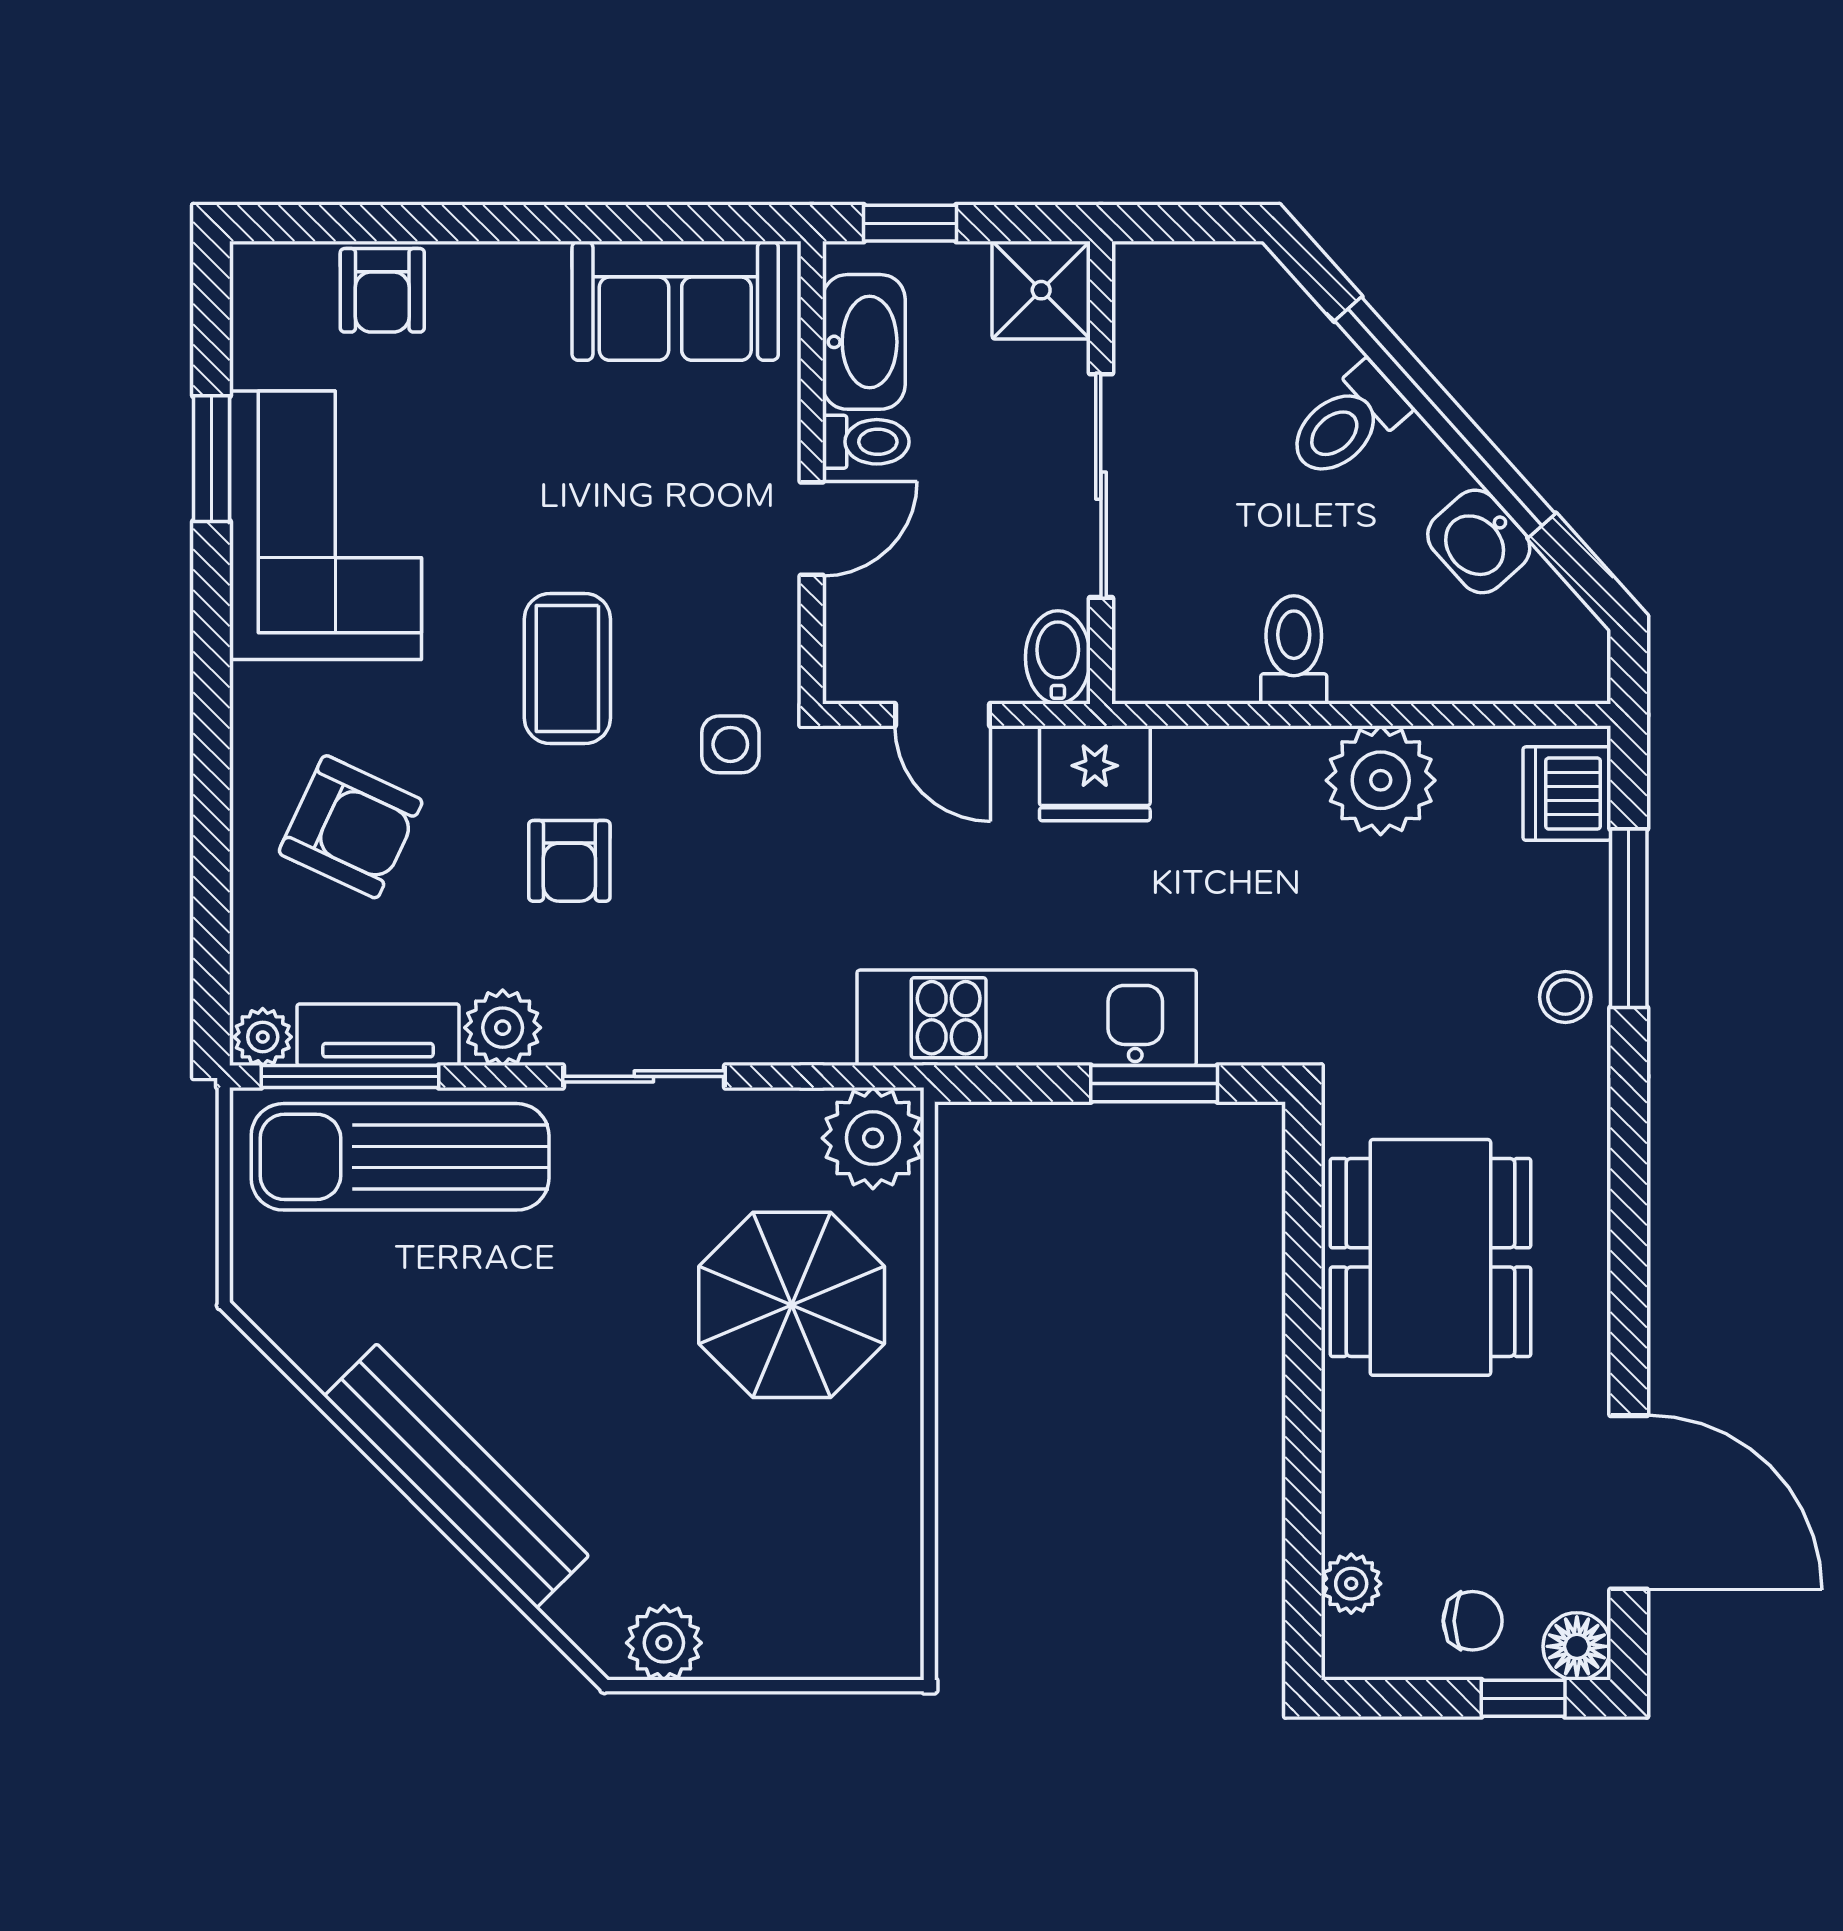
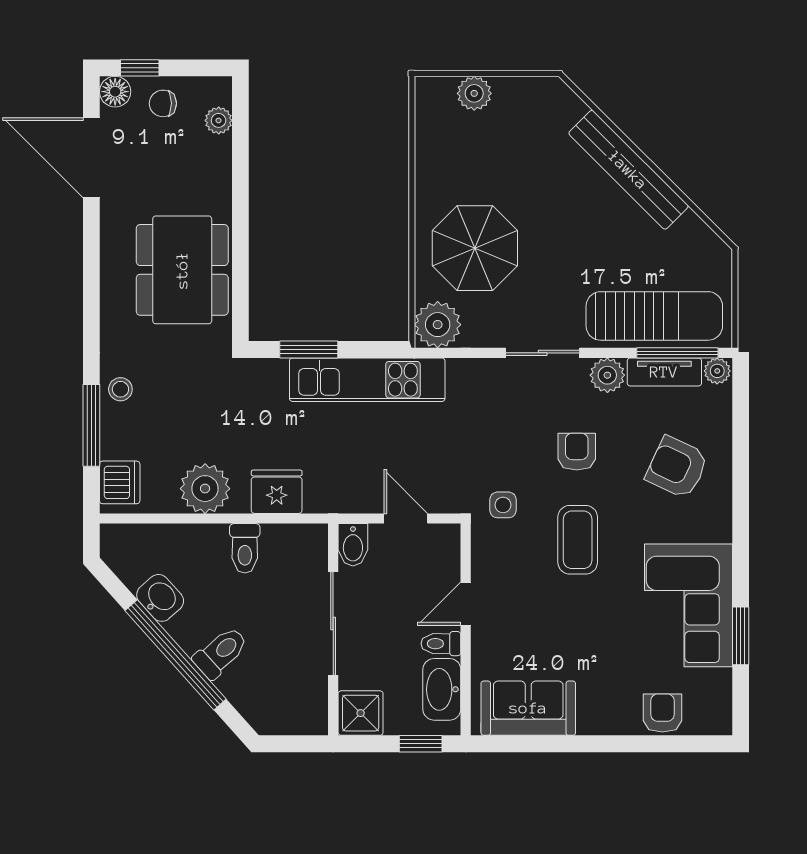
fridge: (1095, 773) -> (277, 492), moved
plant: (664, 1643) -> (474, 93), moved

